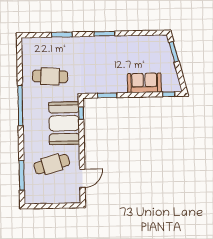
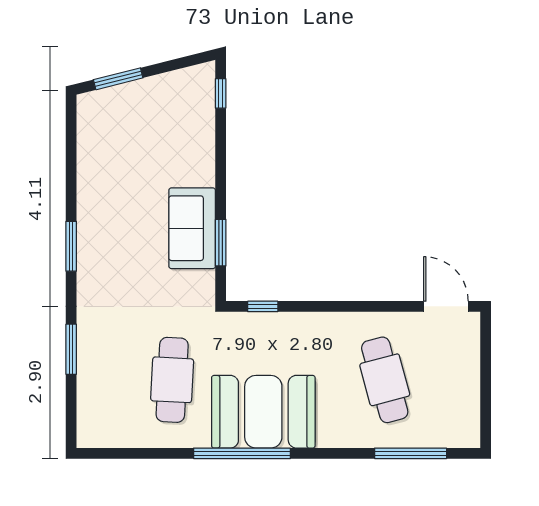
sofa: (144, 83) -> (192, 228), moved
booth: (64, 123) -> (263, 412), moved
door: (82, 178) -> (446, 306), moved

